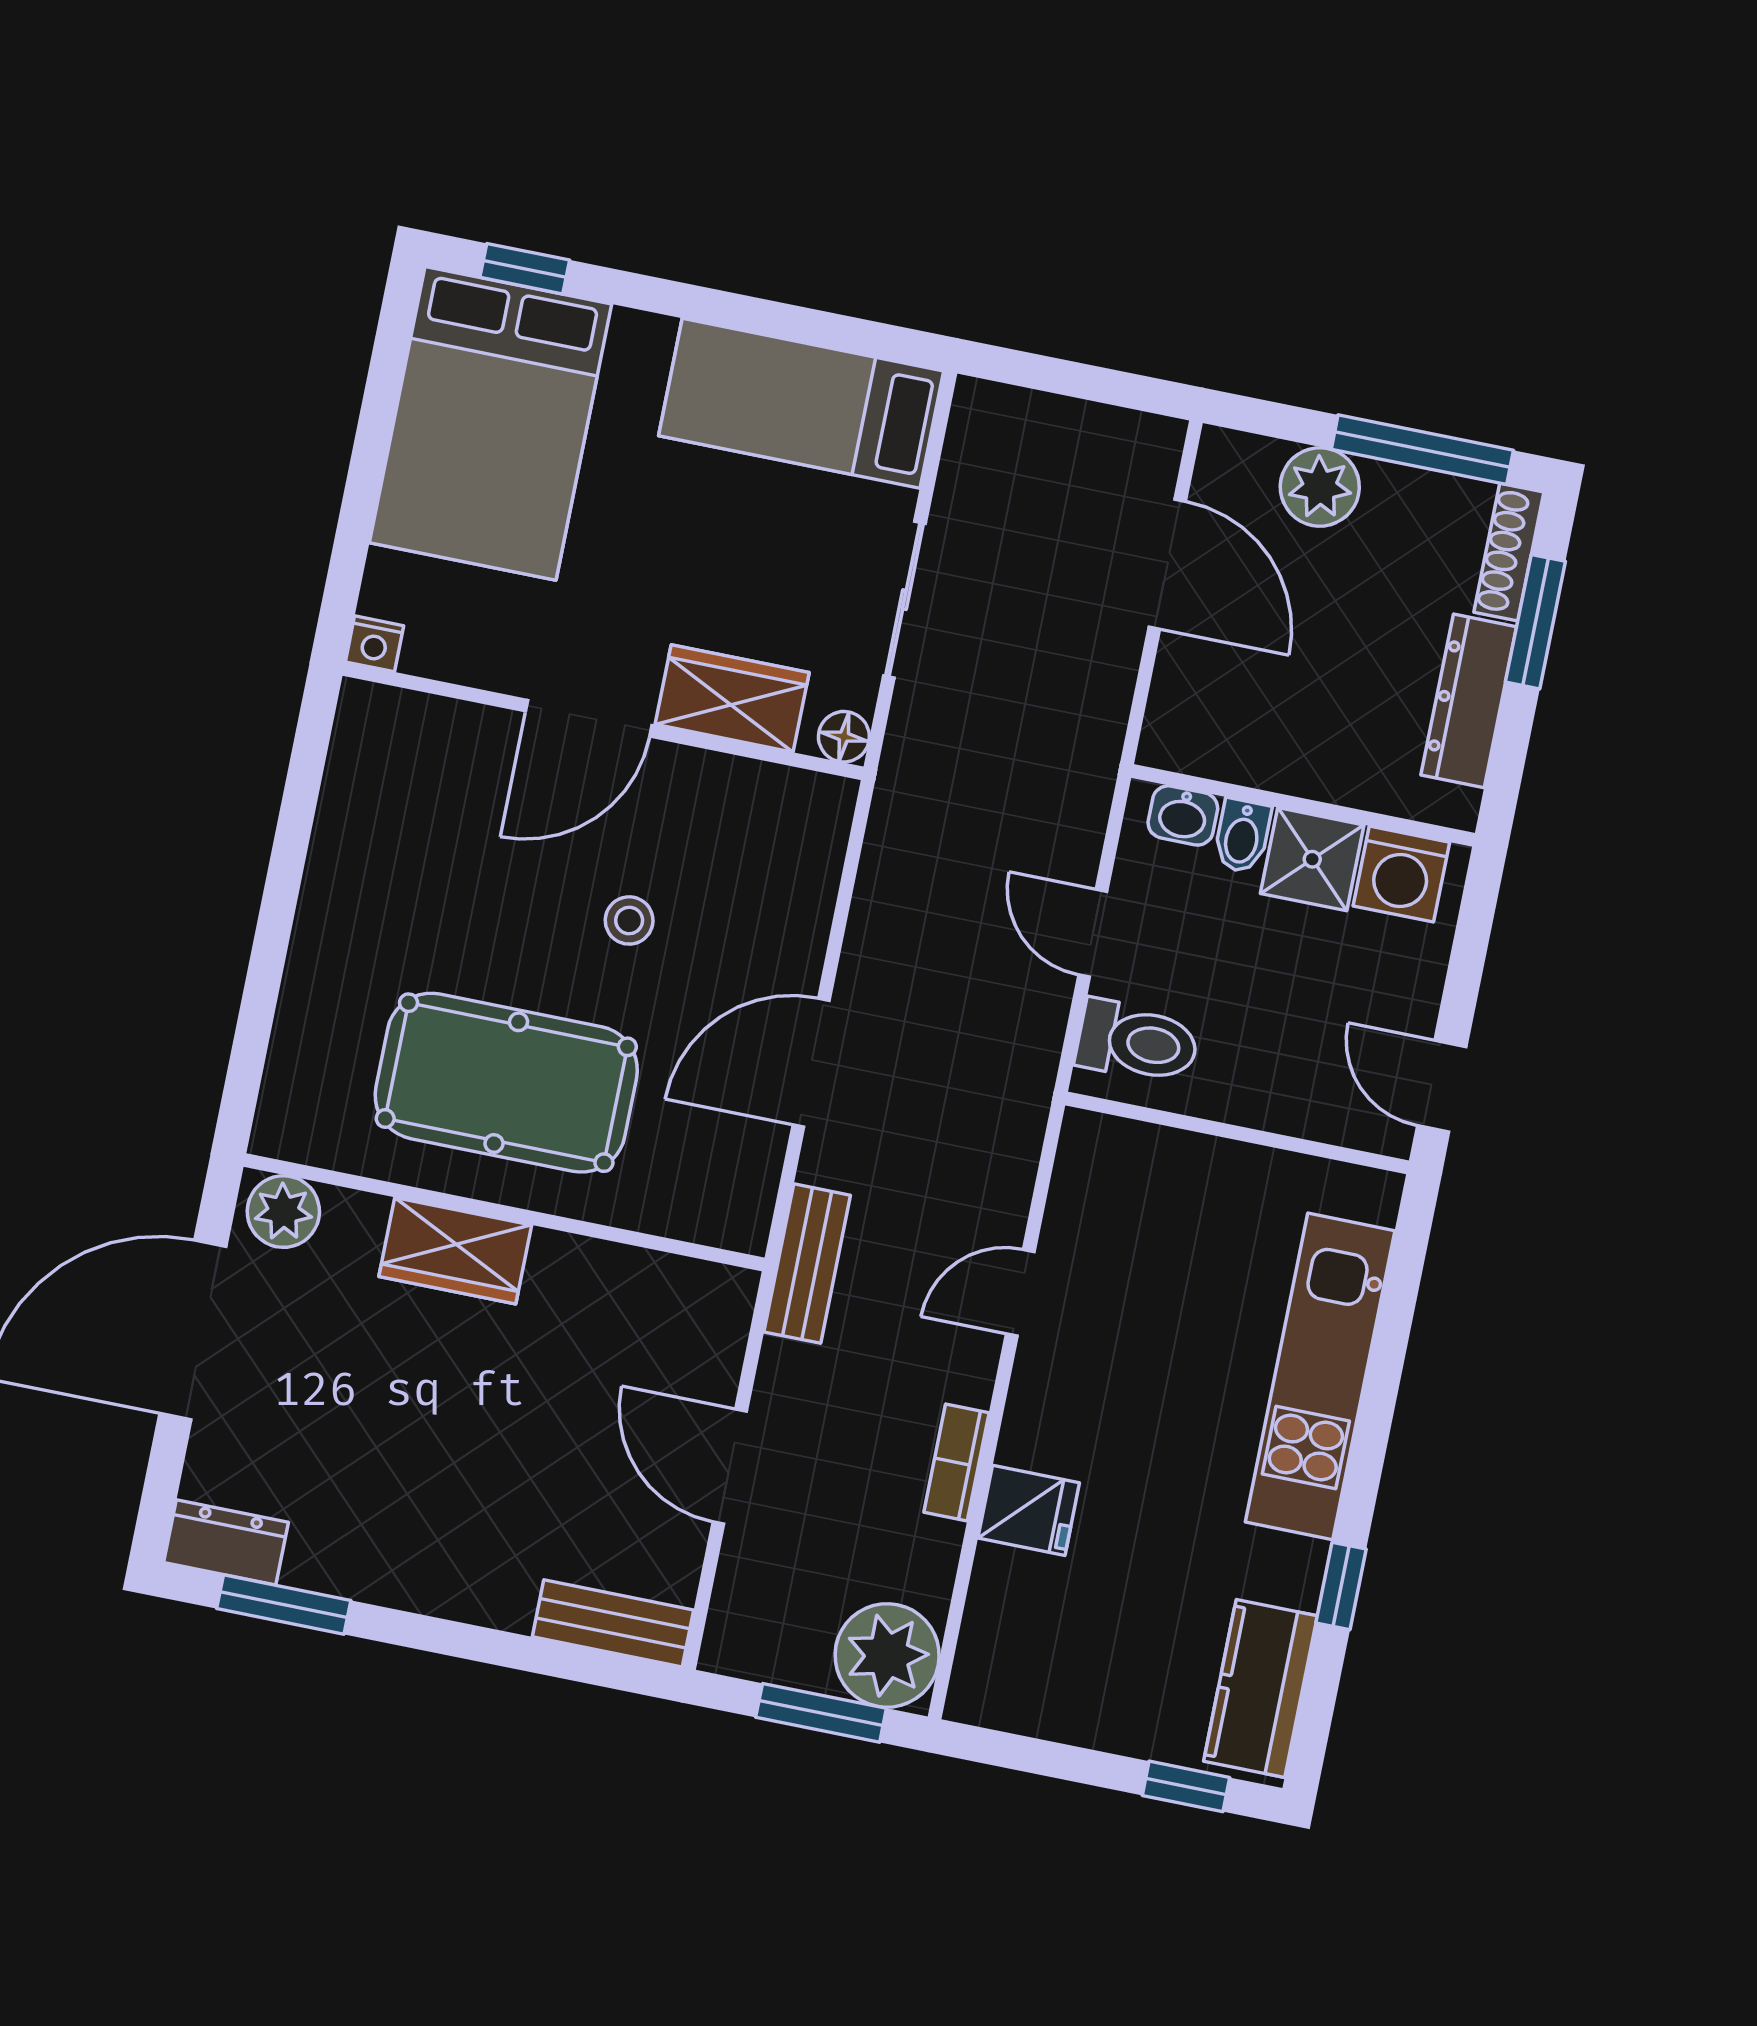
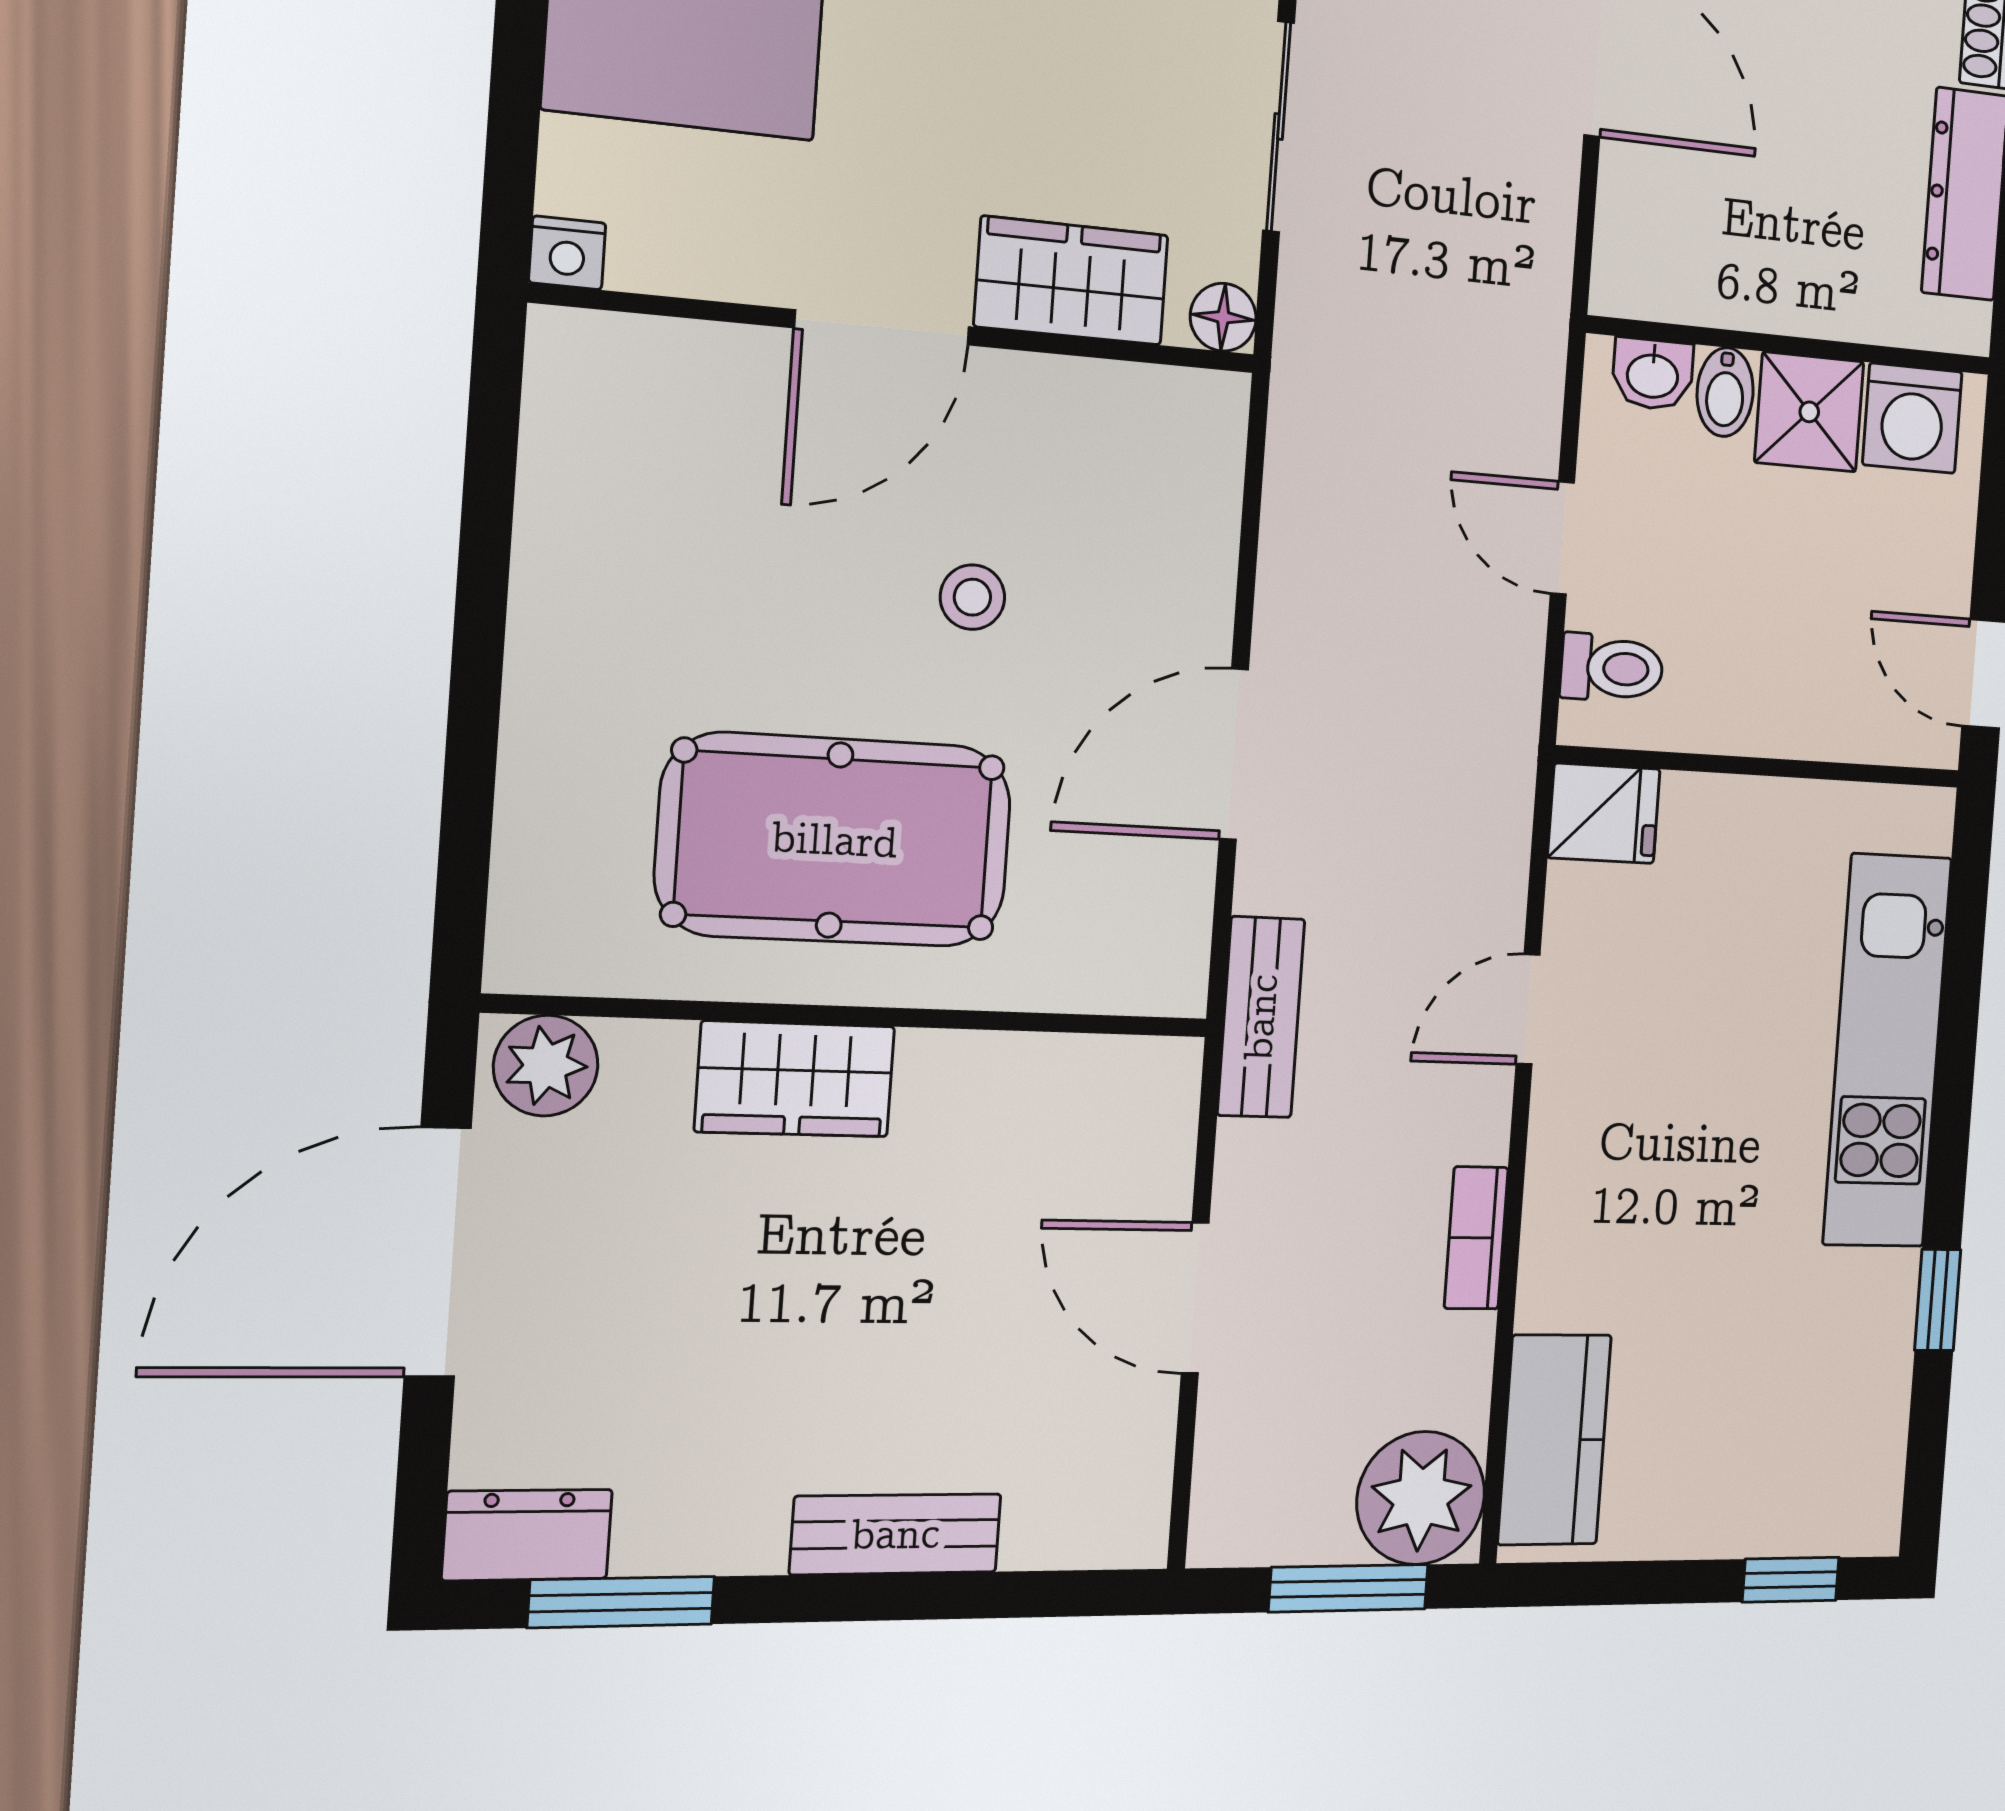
toilet: (1137, 1042) -> (1612, 668), width x0.73, depth x0.72
fridge: (1029, 1510) -> (1604, 813), moved
bench: (613, 1623) -> (896, 1534), moved
kitchen counter: (1260, 1688) -> (1555, 1440), moved, turned 180

